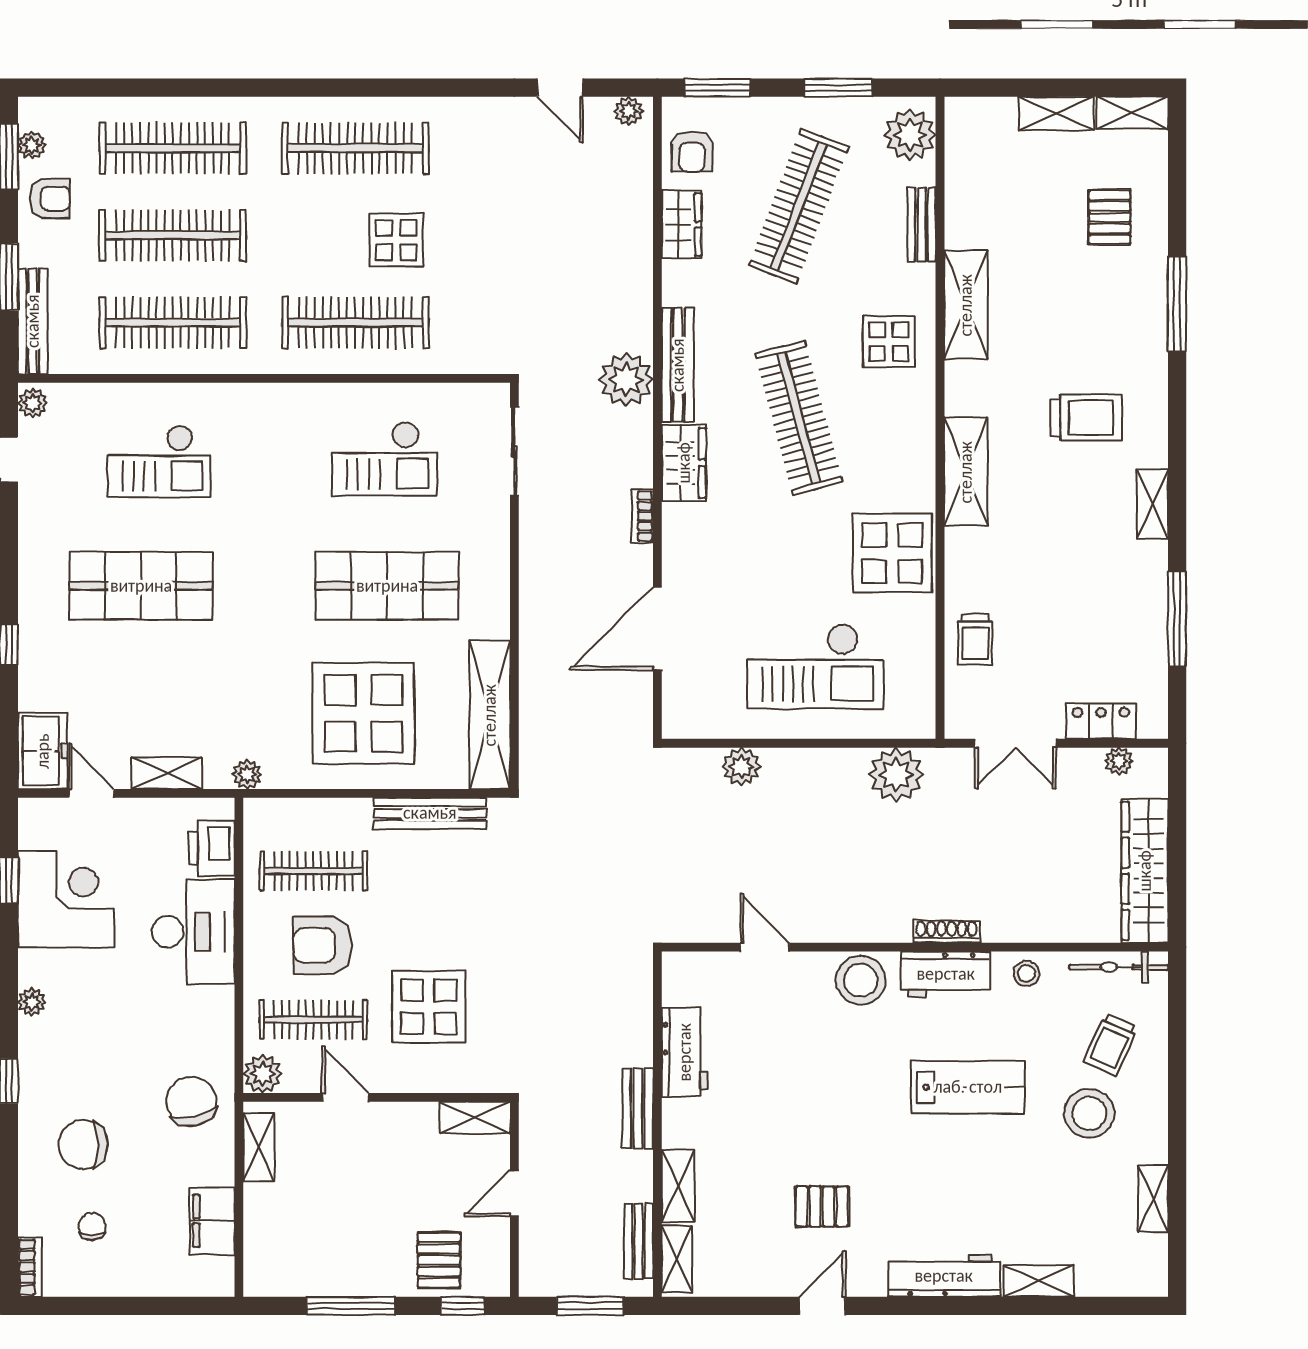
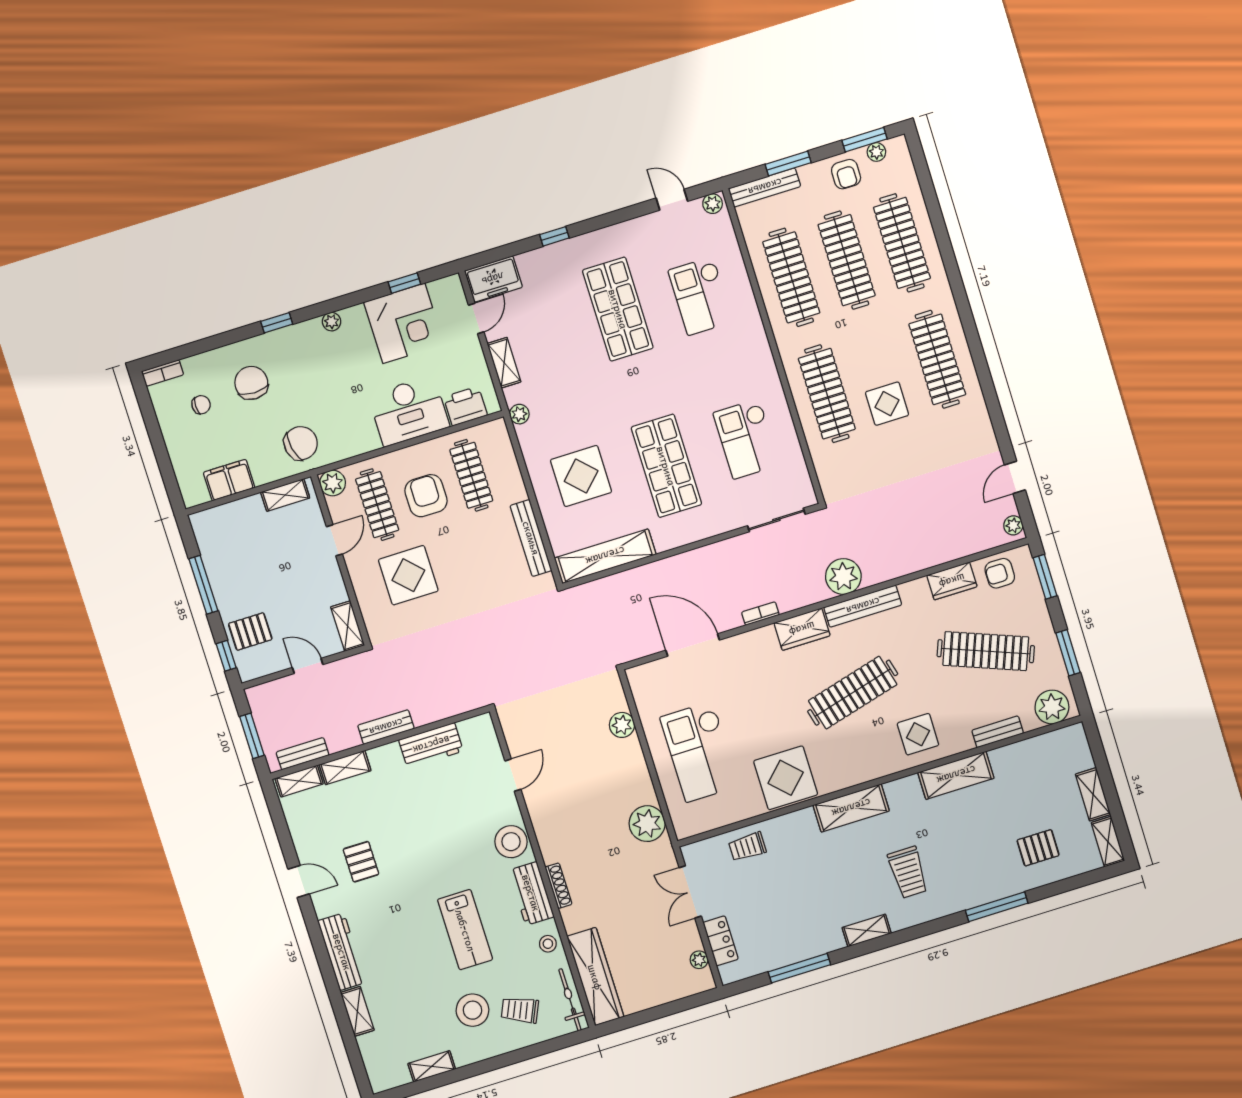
display table: (363, 713) -> (581, 476), width x0.73, depth x0.73
wardrobe: (1145, 871) -> (595, 977), moved, turned 90

